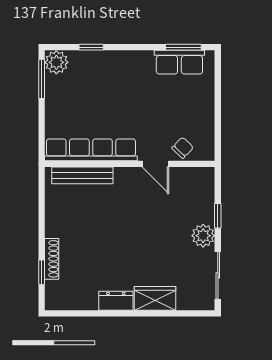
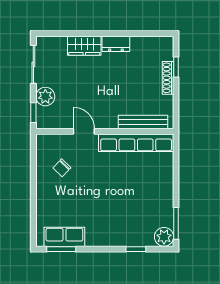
row of seats: (91, 150) -> (136, 143), moved
wall: (130, 164) -> (105, 131), moved
door: (156, 164) -> (84, 131), moved
bench: (82, 175) -> (143, 122), moved

